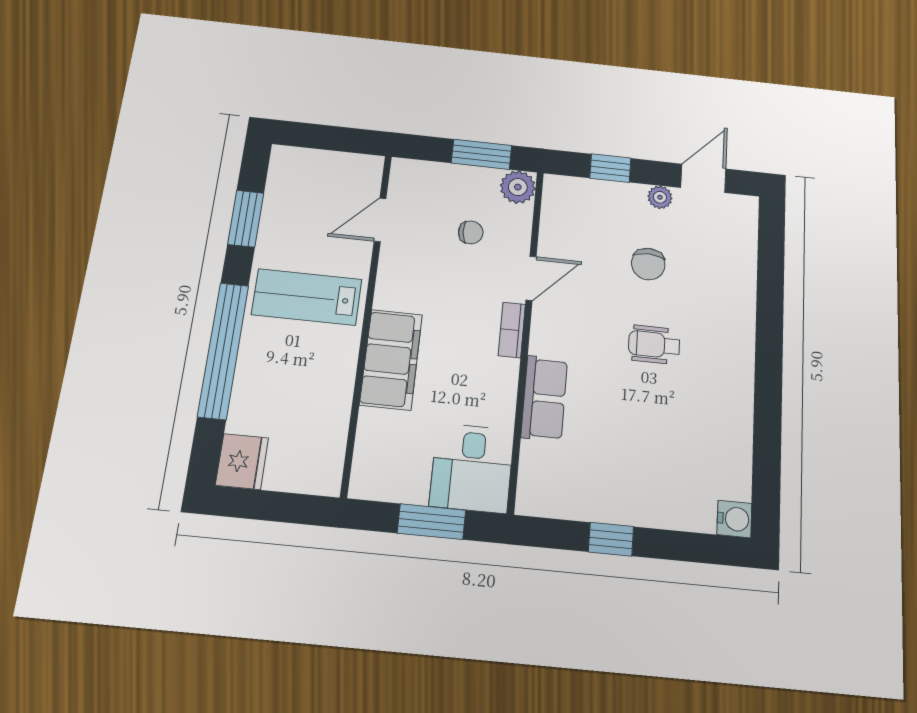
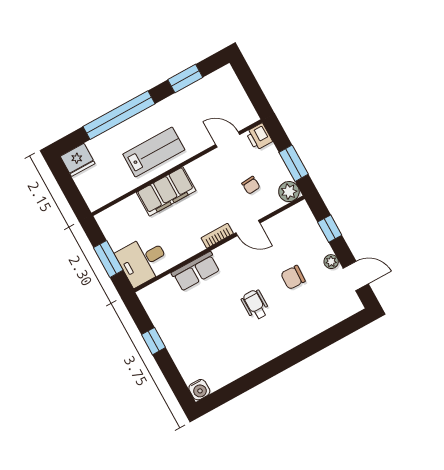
printer: (409, 175) -> (259, 137), added
lab bench: (307, 297) -> (154, 152), moved, turned 90

